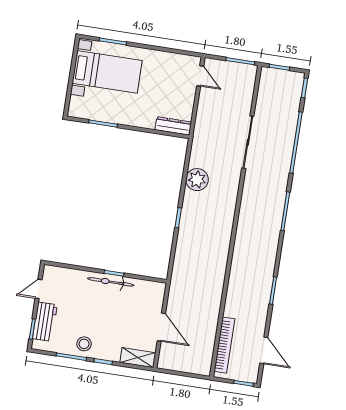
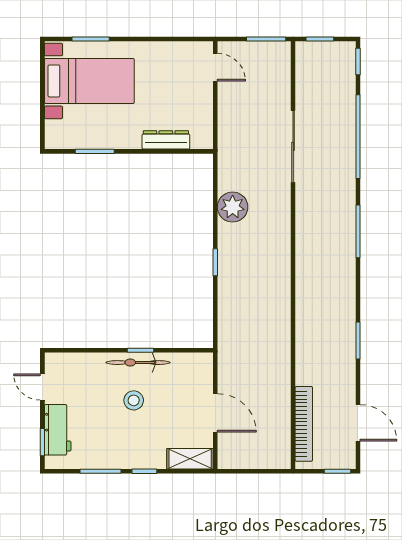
dresser: (173, 126) -> (166, 140), moved
door: (39, 289) -> (42, 387), hinge flipped
stool: (84, 344) -> (134, 400), moved

